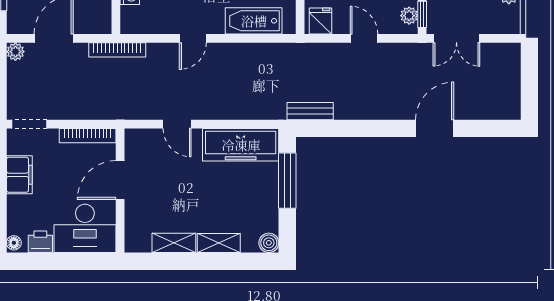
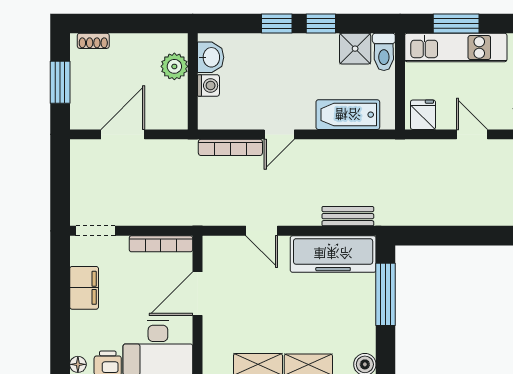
bookcase: (117, 50) -> (230, 147), moved
plant: (15, 52) -> (80, 149), removed
bench: (310, 111) -> (348, 216), moved

